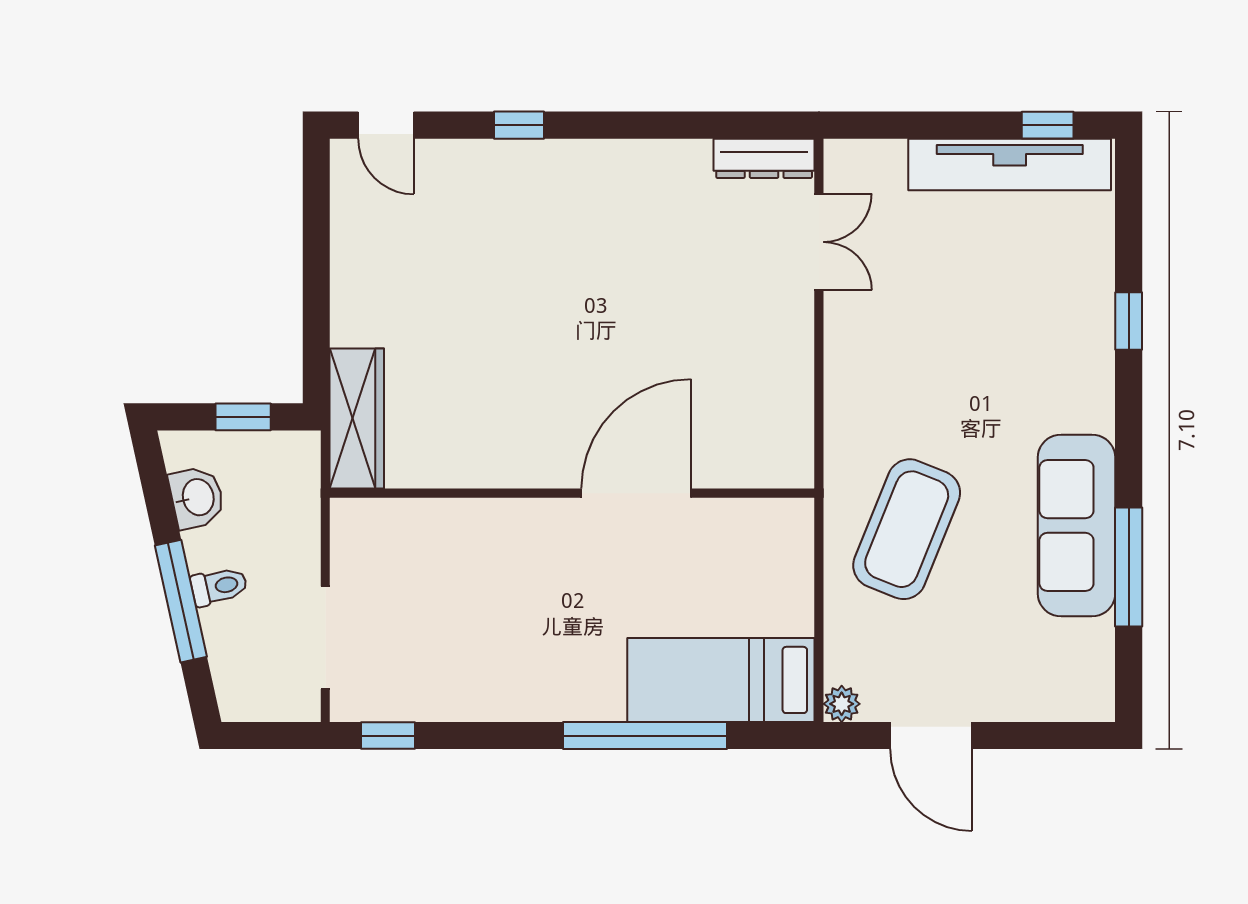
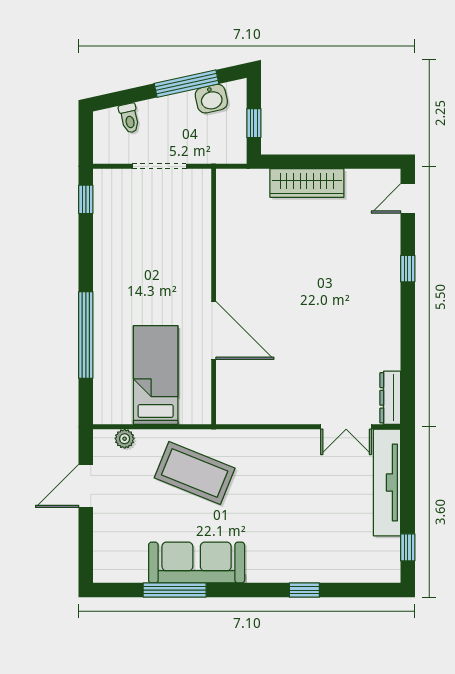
tv unit: (1010, 165) -> (387, 482), moved
wardrobe: (357, 419) -> (307, 183), moved
toilet: (219, 586) -> (129, 118), moved
window: (181, 601) -> (187, 84), moved
doorway: (325, 638) -> (159, 166), moved
bed: (721, 680) -> (156, 375), moved
plant: (842, 704) -> (125, 439), moved

